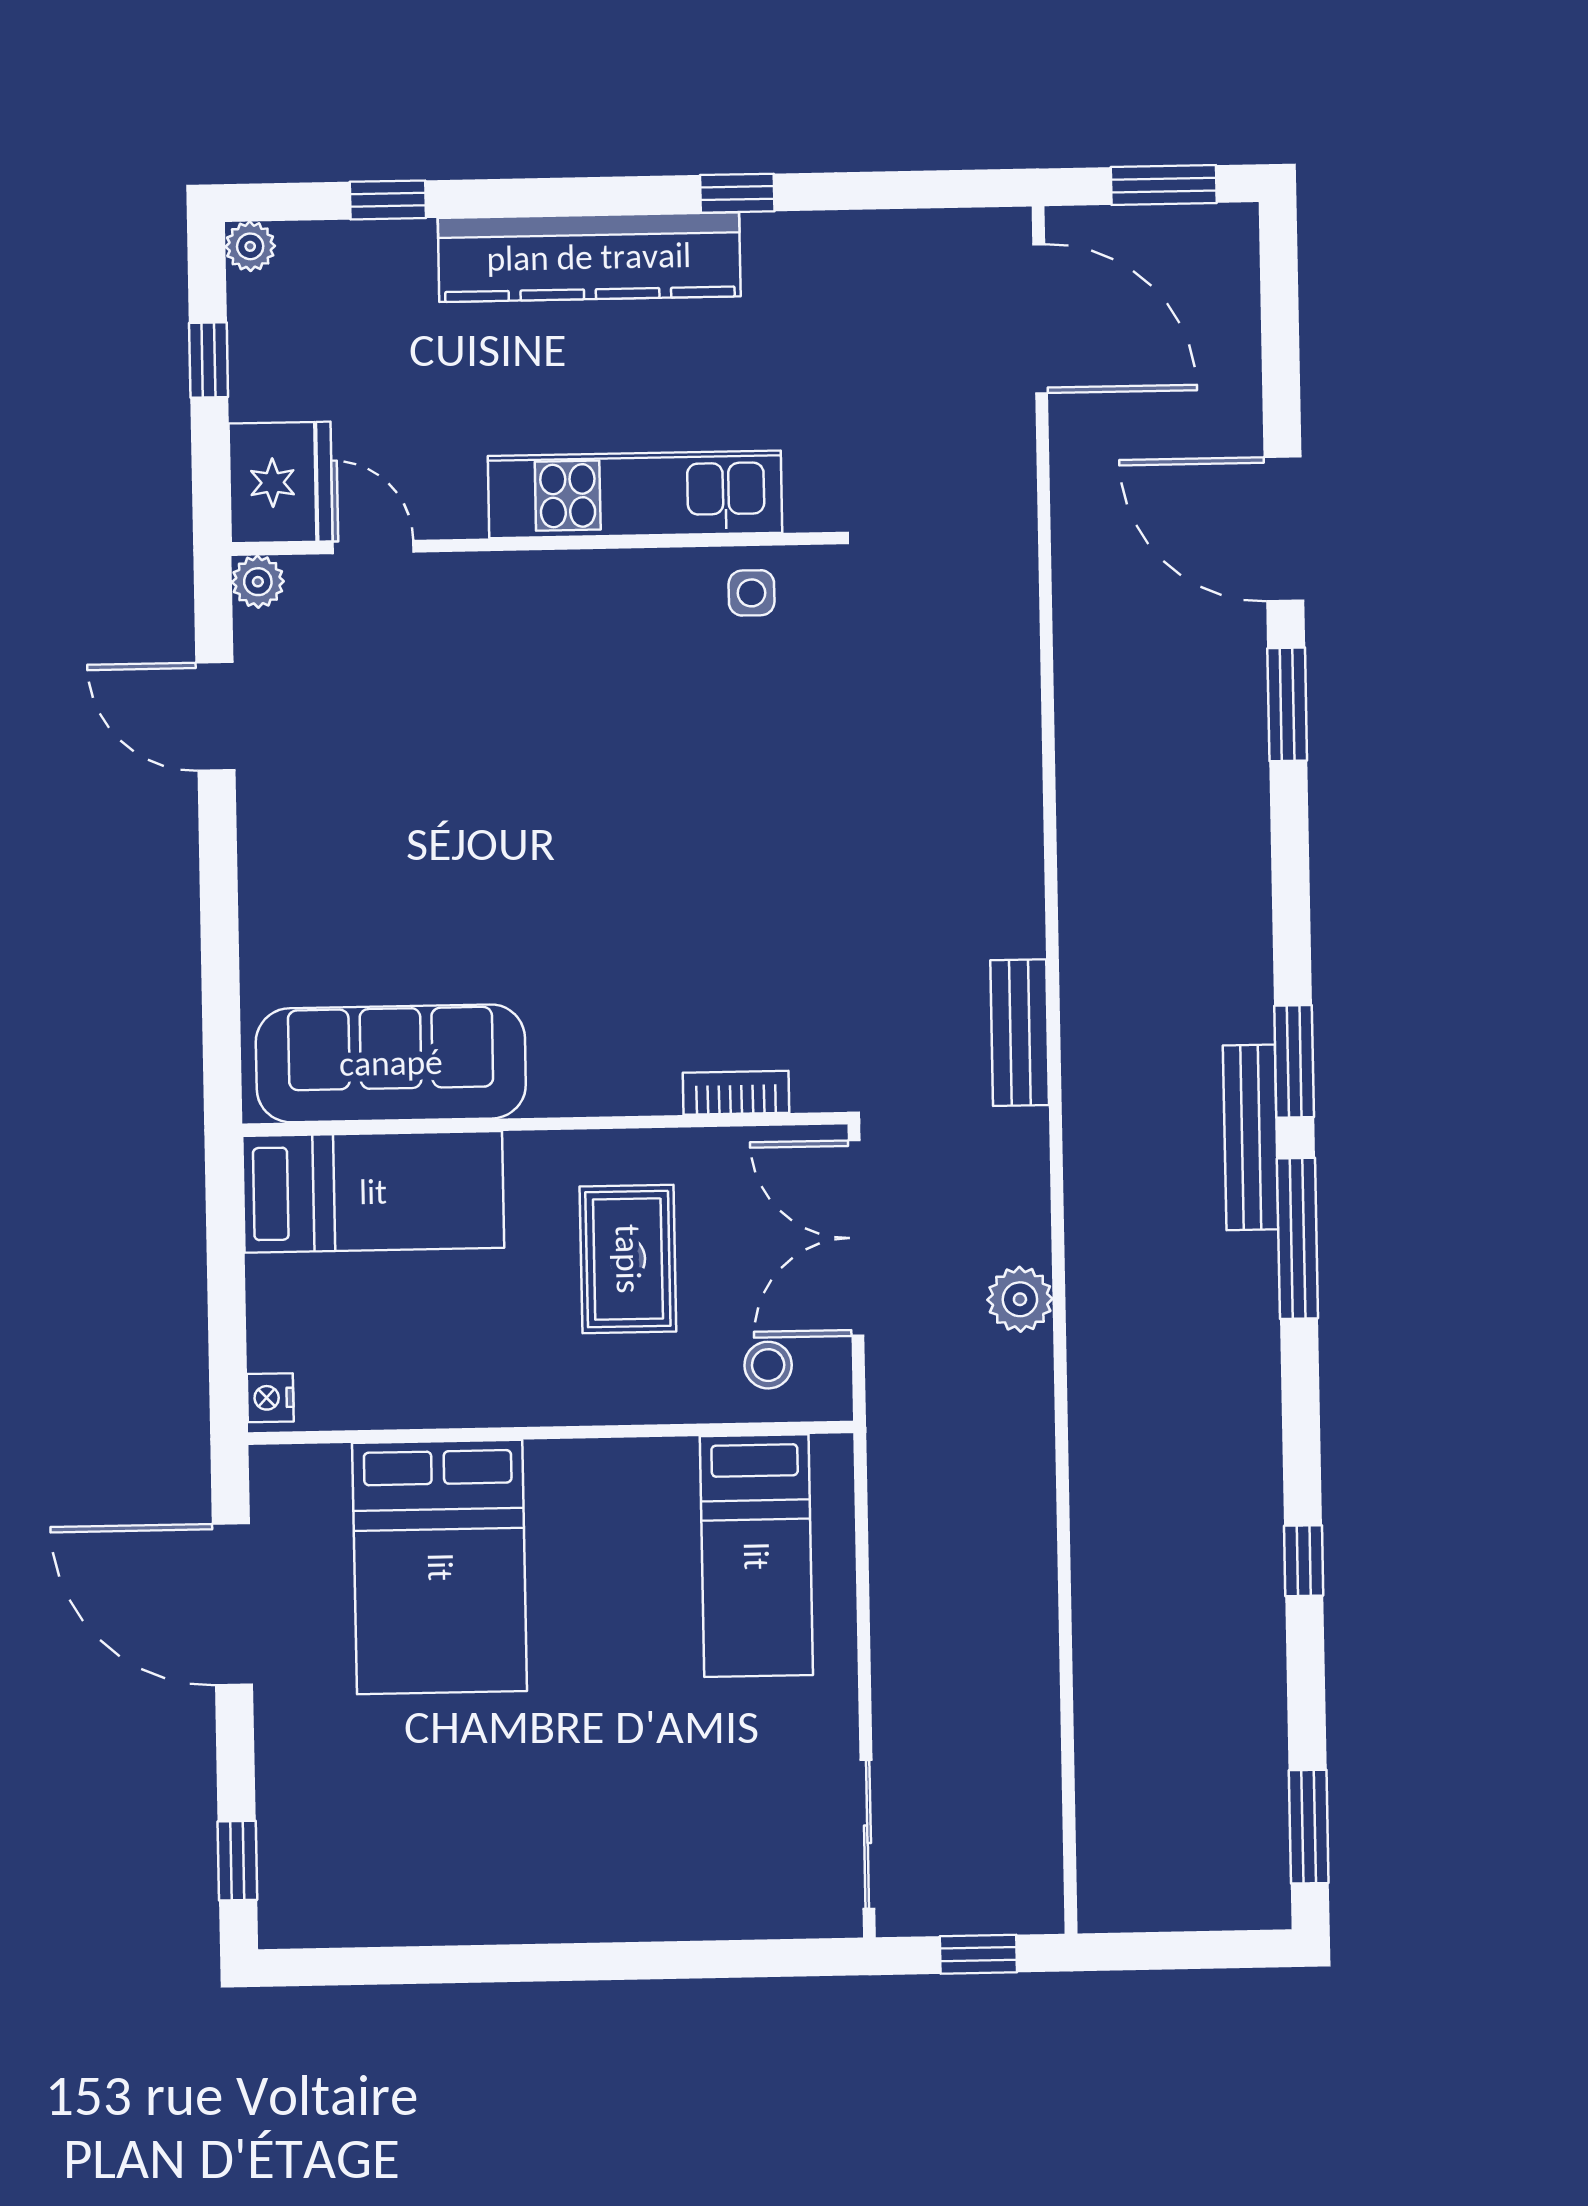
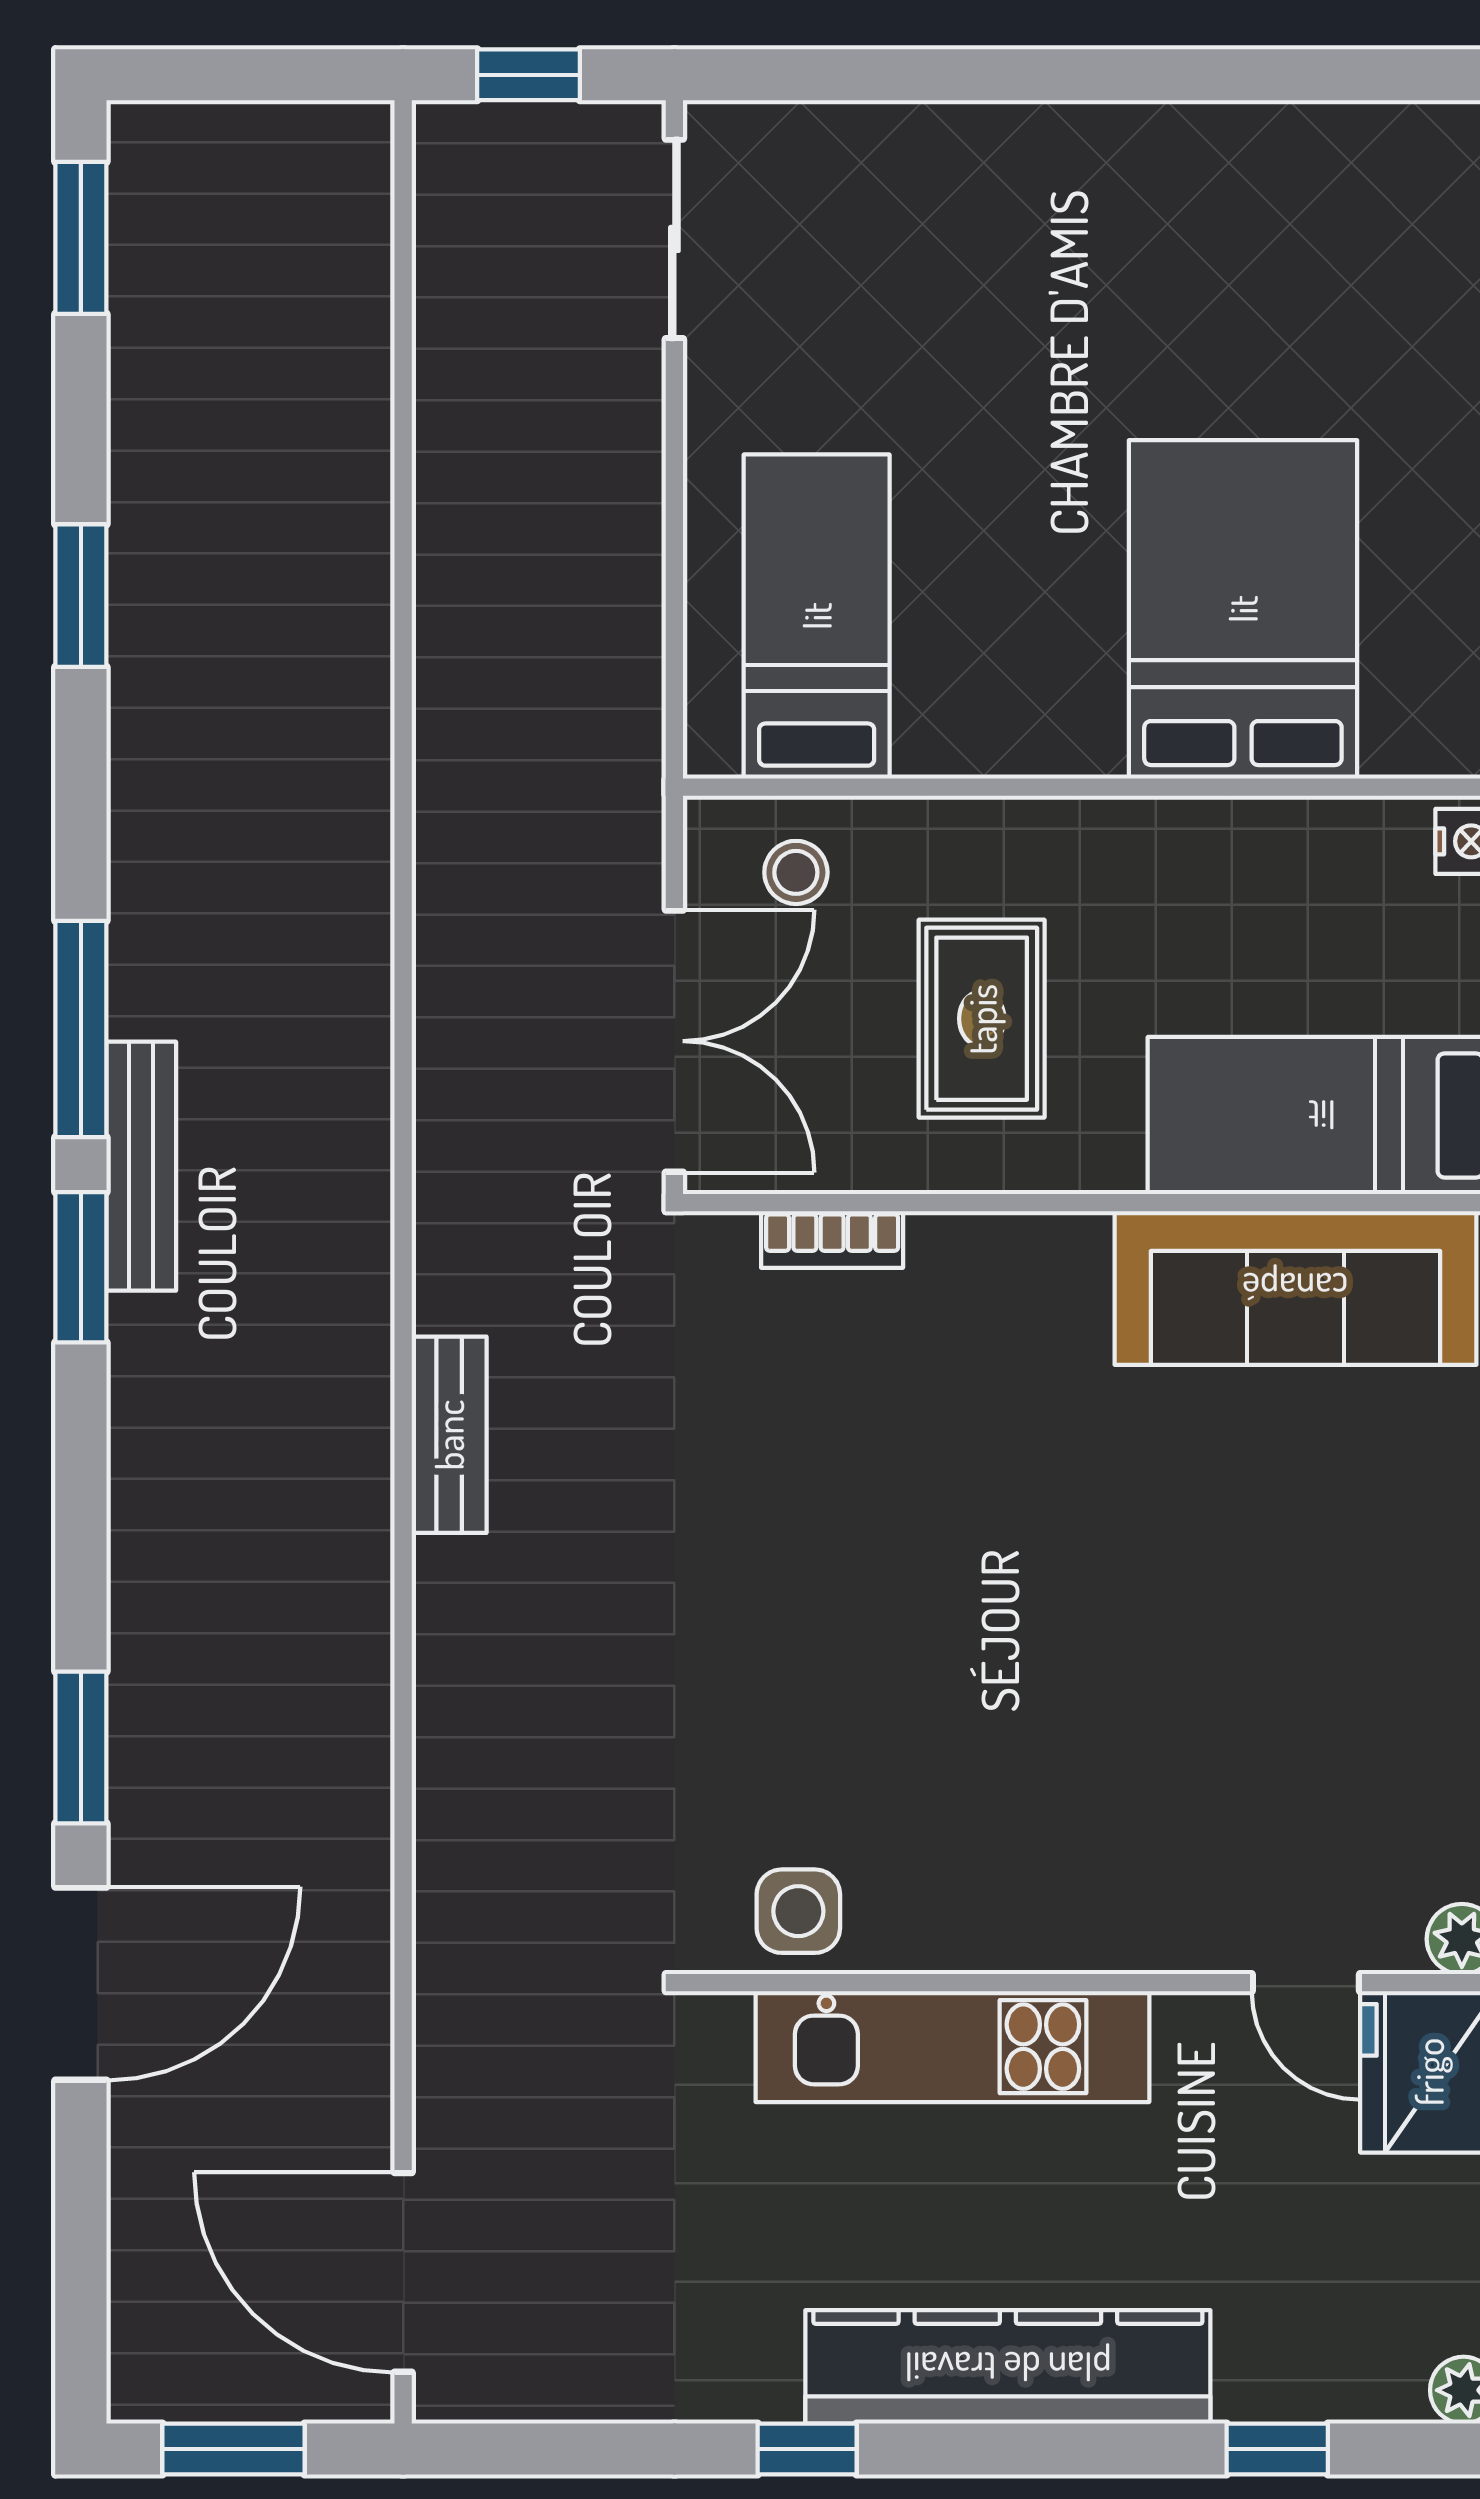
door: (1284, 529) -> (81, 1984), hinge flipped
side table: (752, 593) -> (798, 1911), width x1.37, depth x1.37
bench: (1020, 1033) -> (449, 1435), moved
plant: (1020, 1299) -> (456, 954), removed
window: (1304, 1561) -> (81, 596), width x1.50

